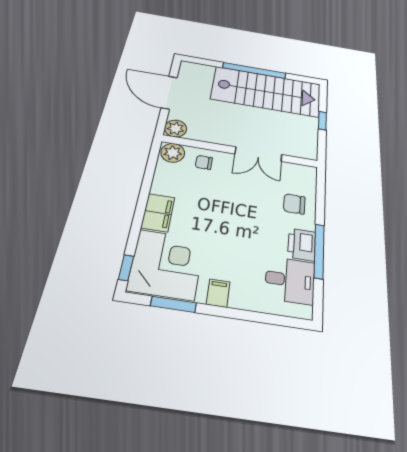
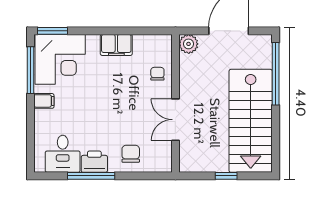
window: (254, 70) -> (276, 74), moved
plant: (173, 153) -> (162, 46), removed
filing cabinet: (158, 213) -> (116, 45), moved
window: (126, 268) -> (53, 31), width x1.50
window: (173, 304) -> (30, 70), width x1.44

